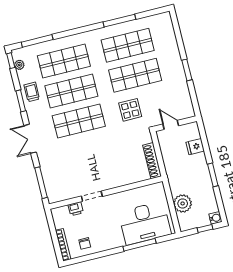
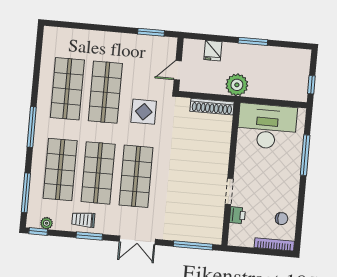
window: (119, 21) -> (32, 127), moved
window: (187, 70) -> (151, 32), moved
plant: (183, 203) -> (237, 85), moved
water cooler: (215, 218) -> (304, 56), removed
desk: (145, 223) -> (267, 126), moved, turned -90
window: (205, 229) -> (311, 85), moved

